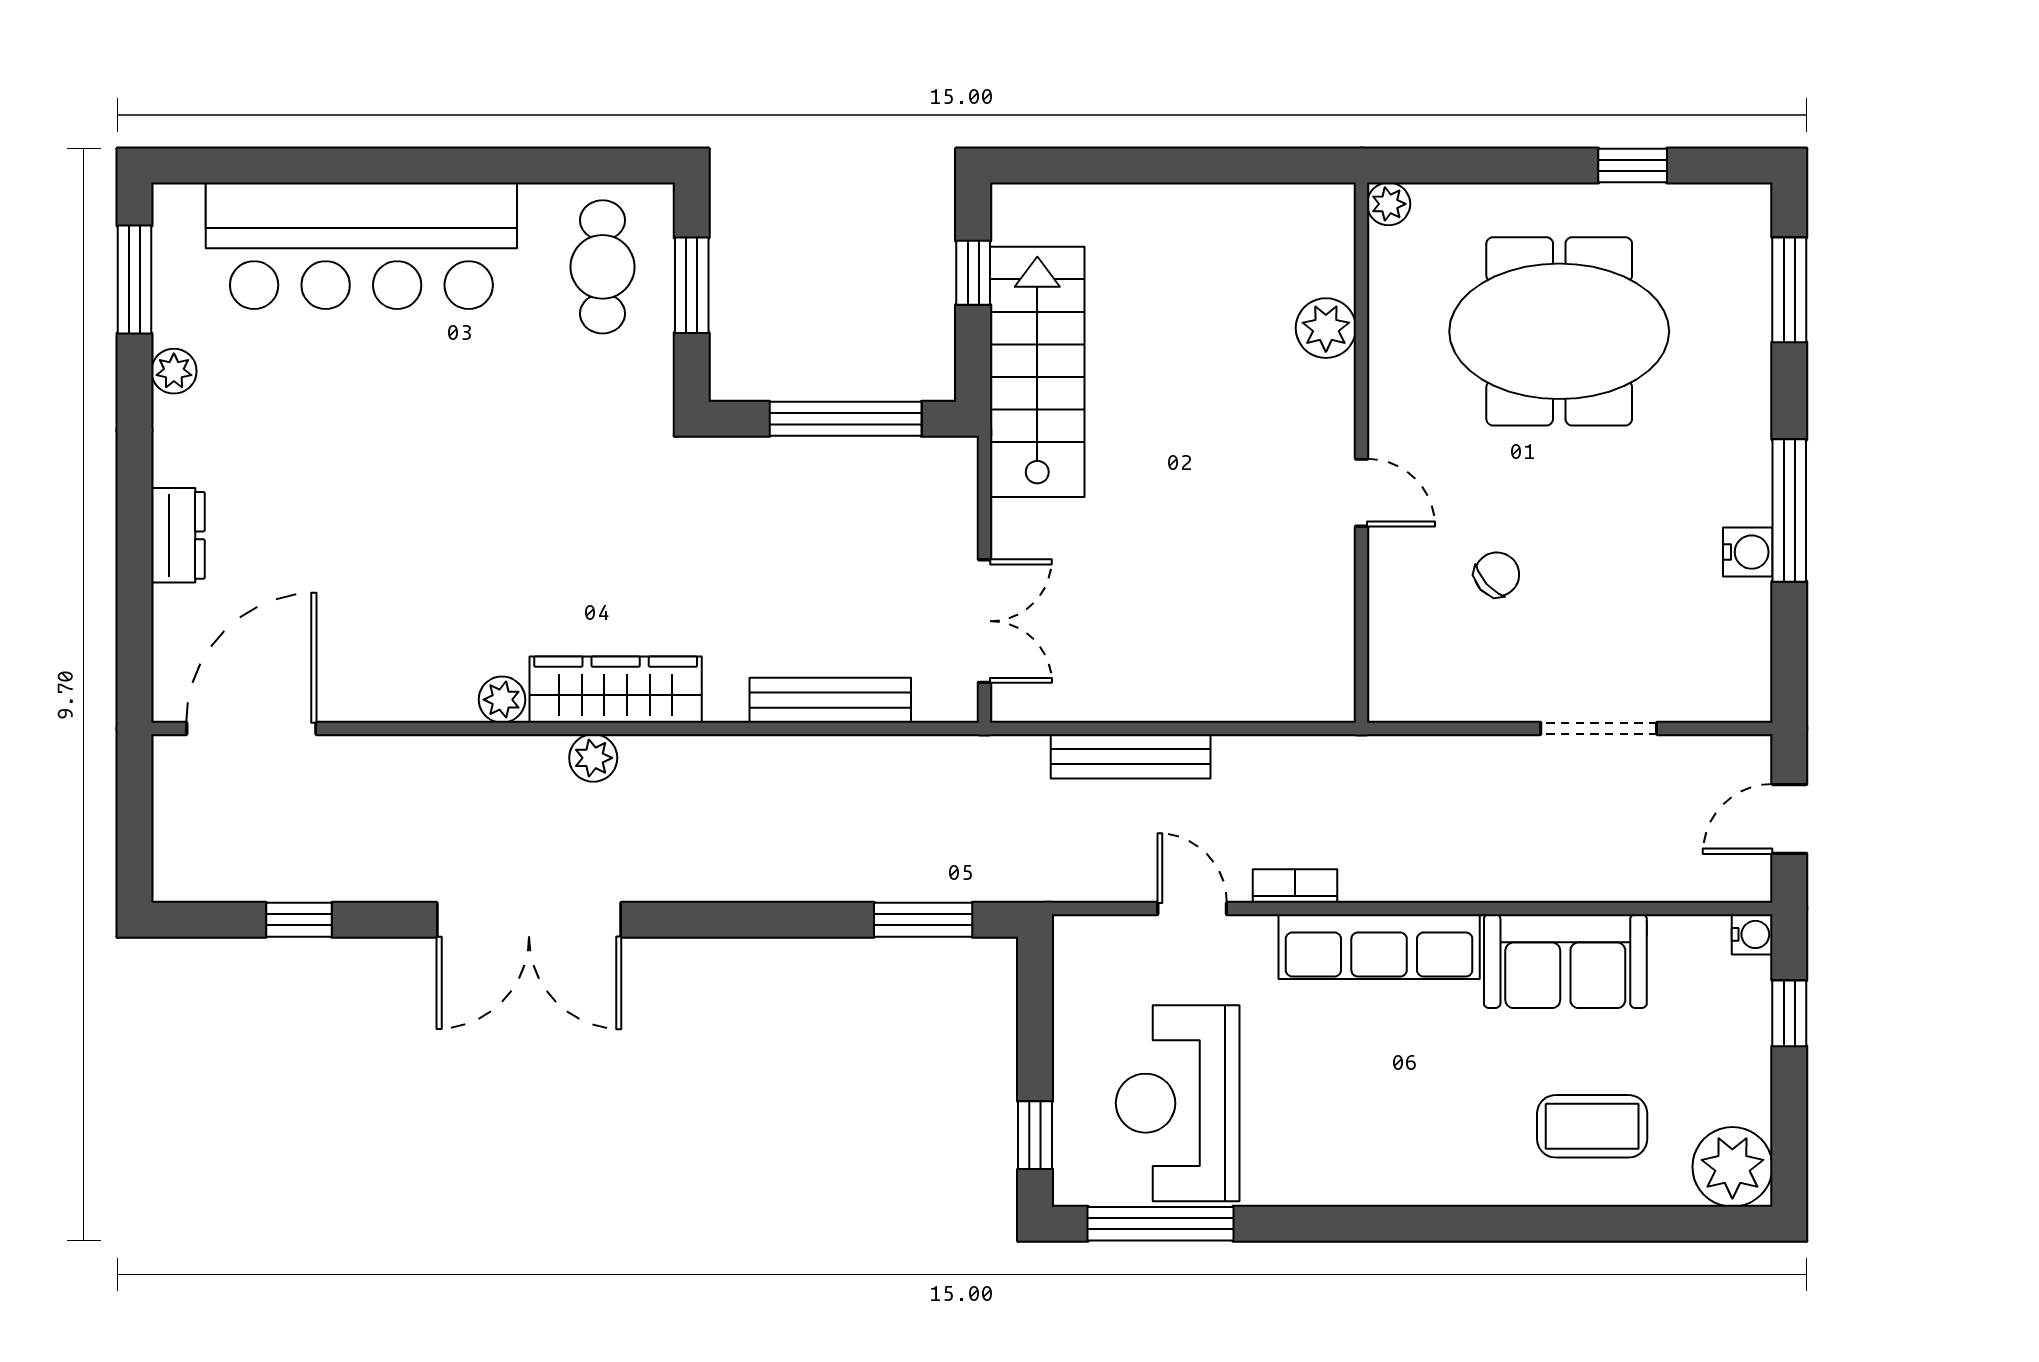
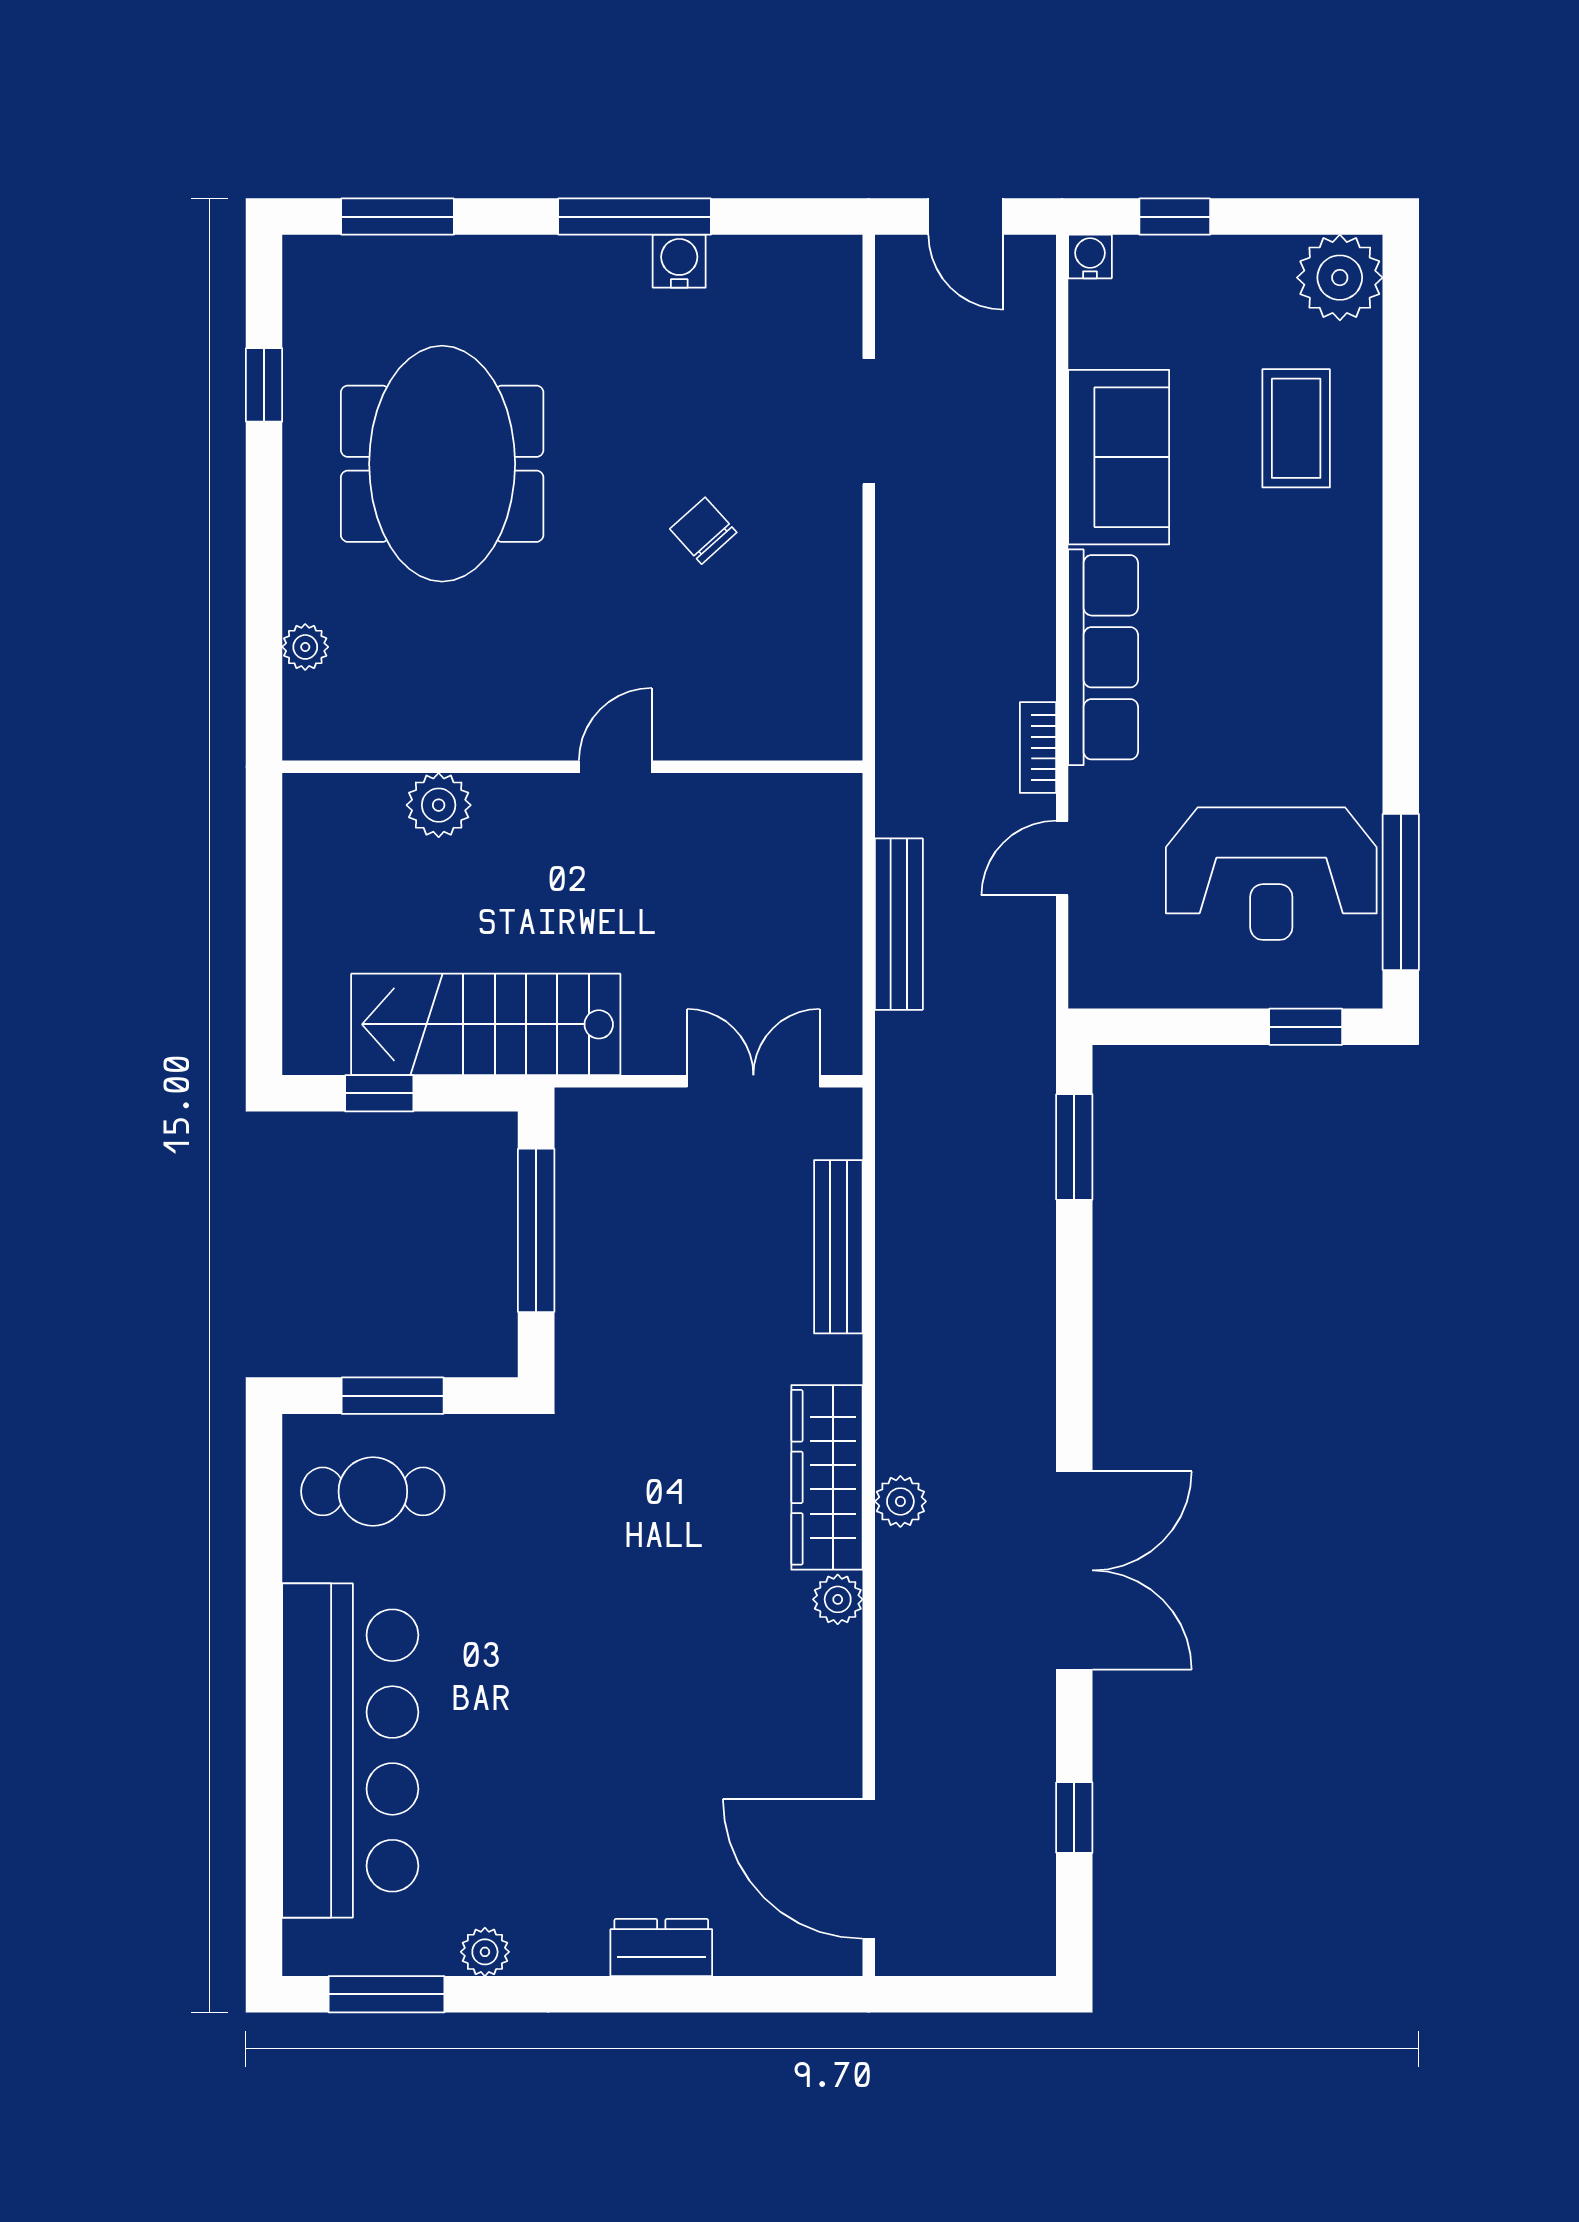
plant: (1326, 328) -> (439, 805), moved
wall: (1362, 453) -> (572, 767), moved
door: (1362, 493) -> (615, 767), moved

